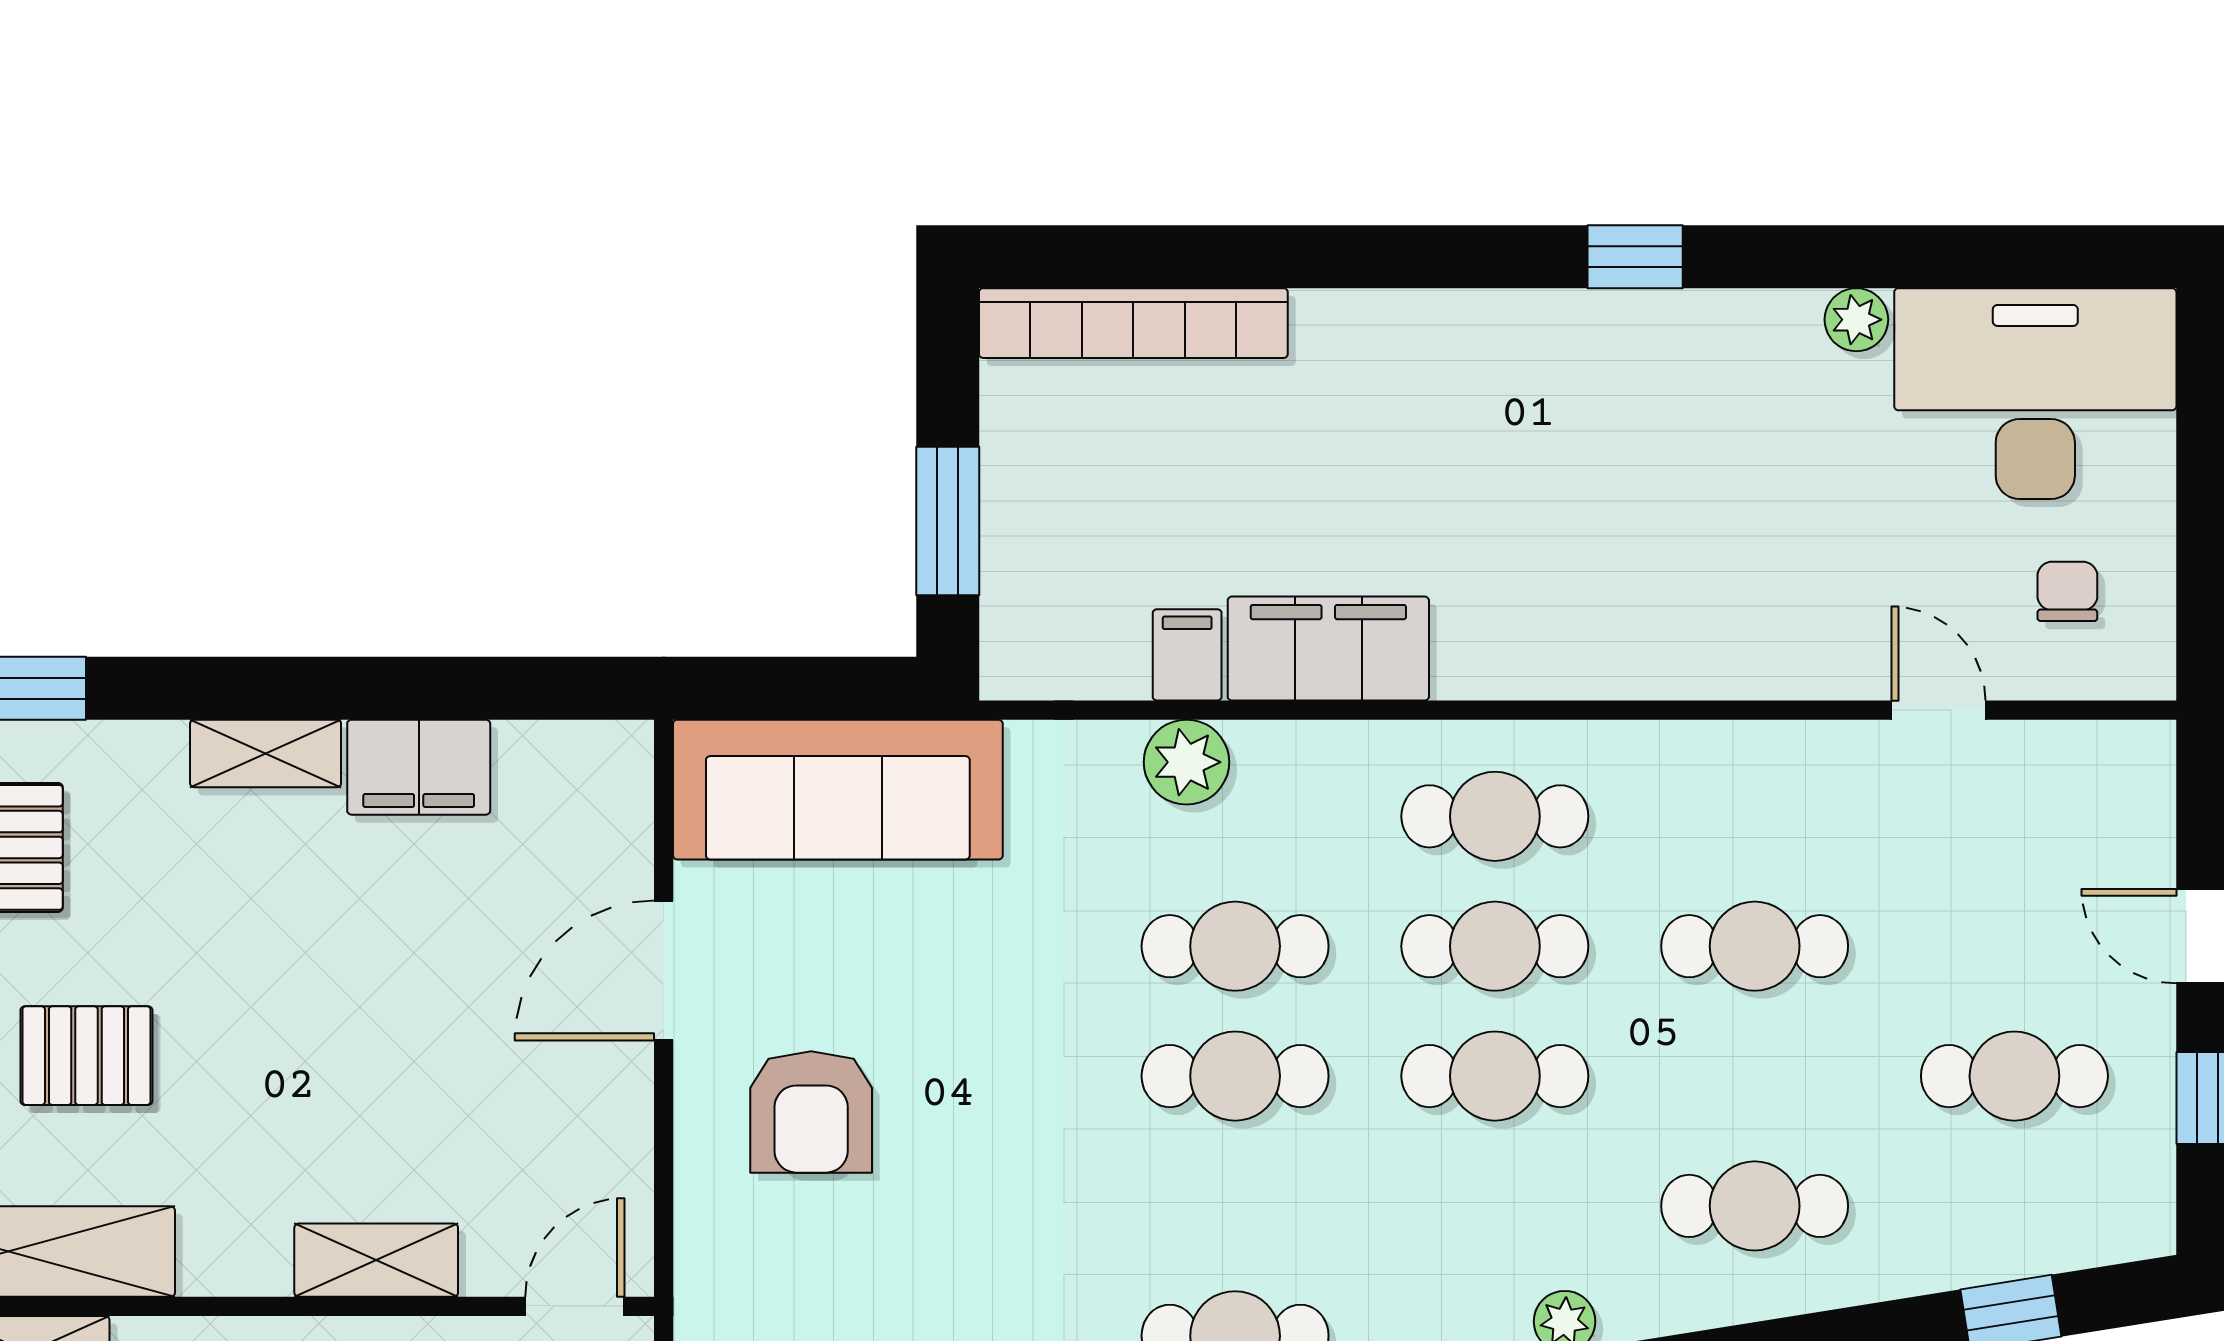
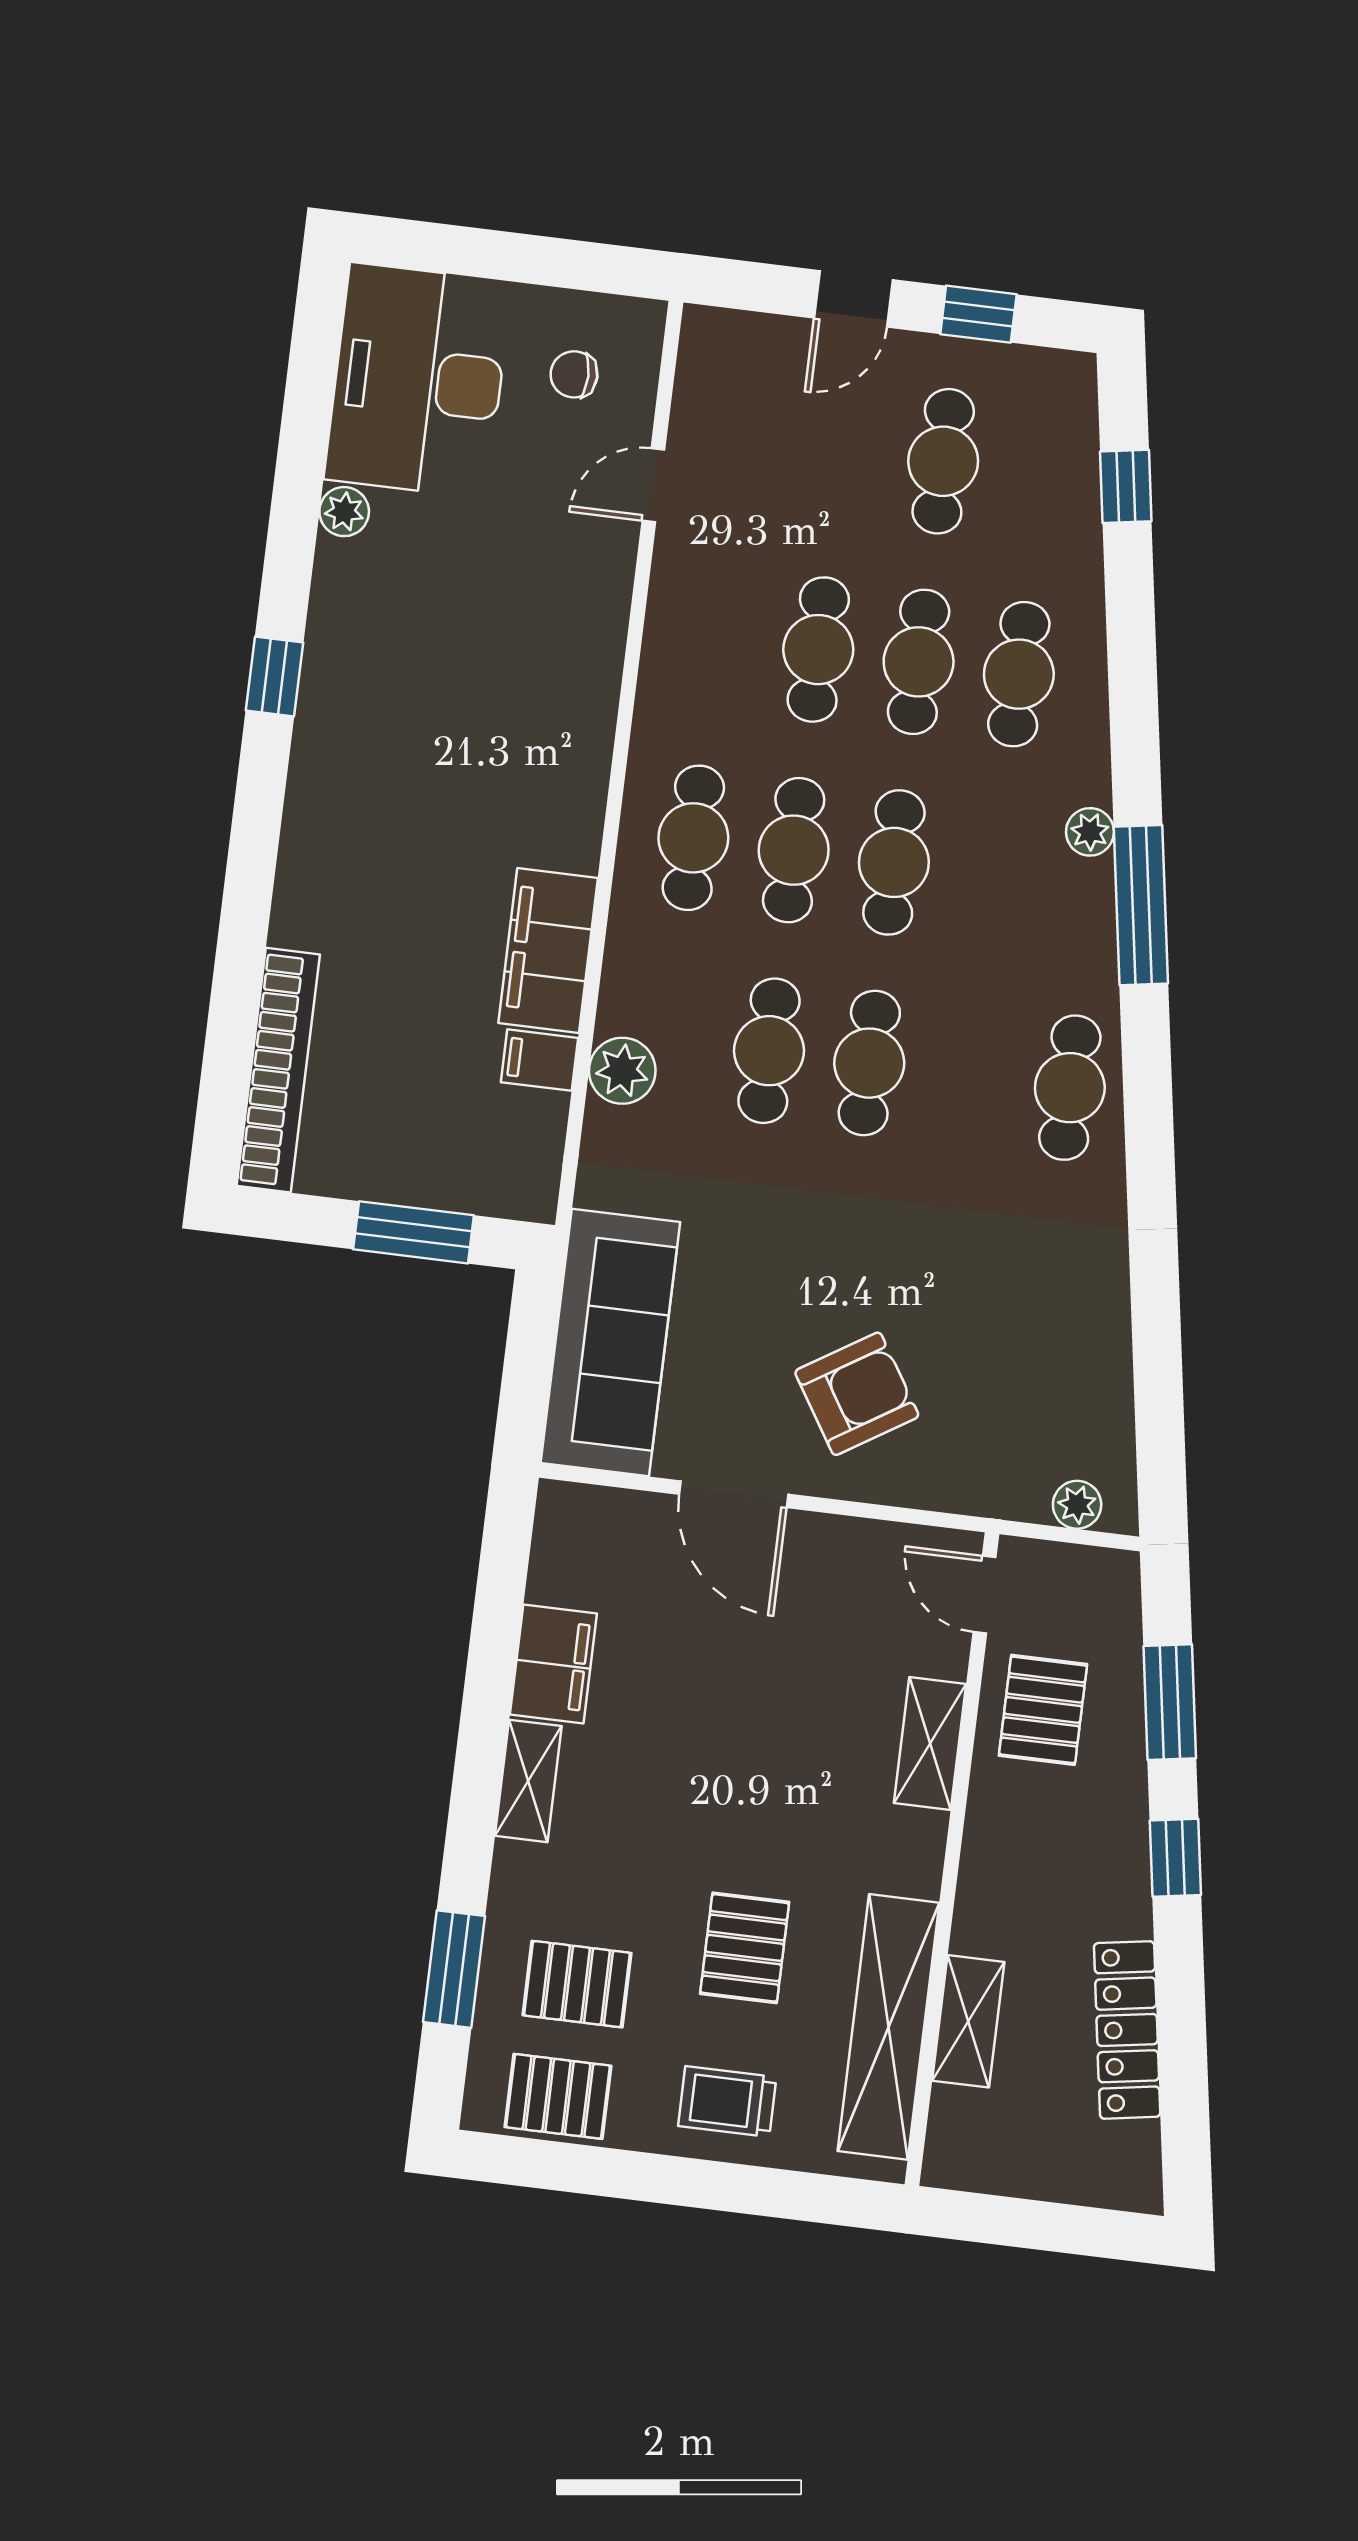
cafe table: (1755, 1076) -> (919, 662), added
armchair: (811, 1112) -> (857, 1394), turned -32

